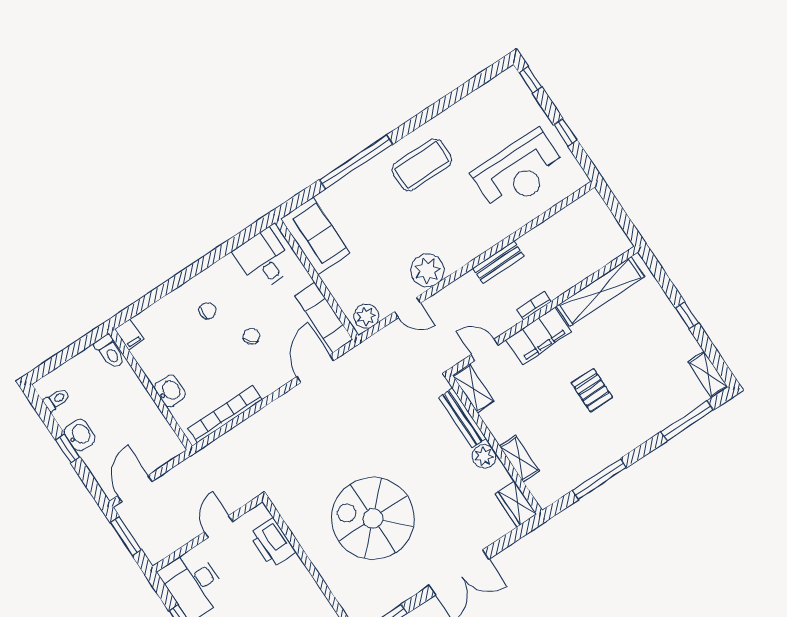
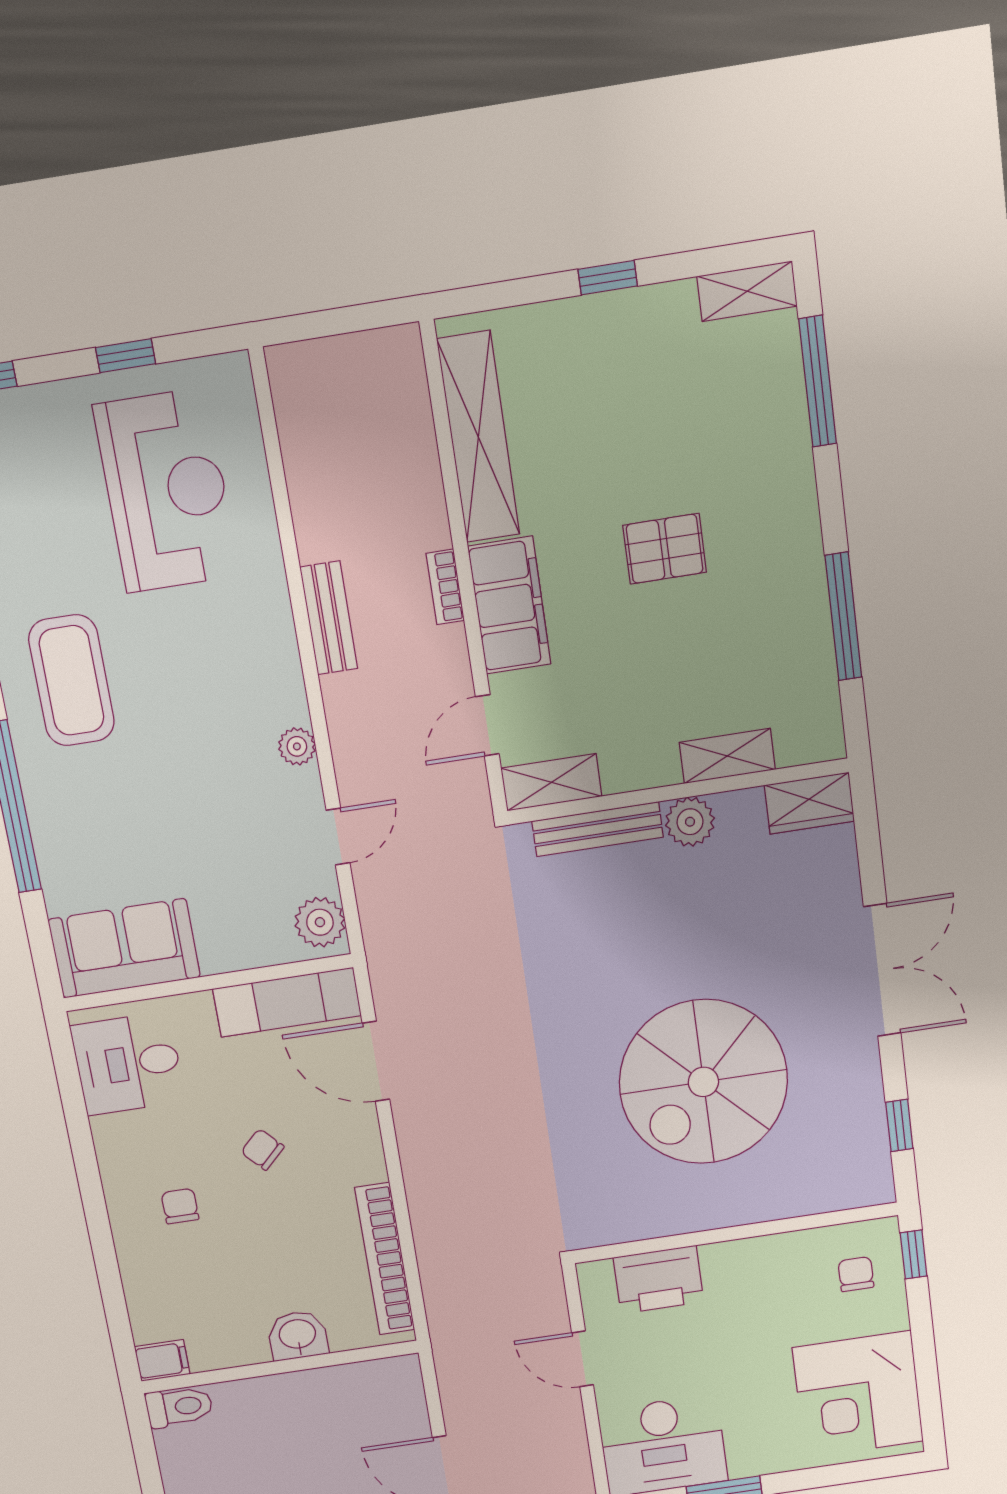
plant: (427, 270) -> (297, 746), width x0.53, depth x0.53

